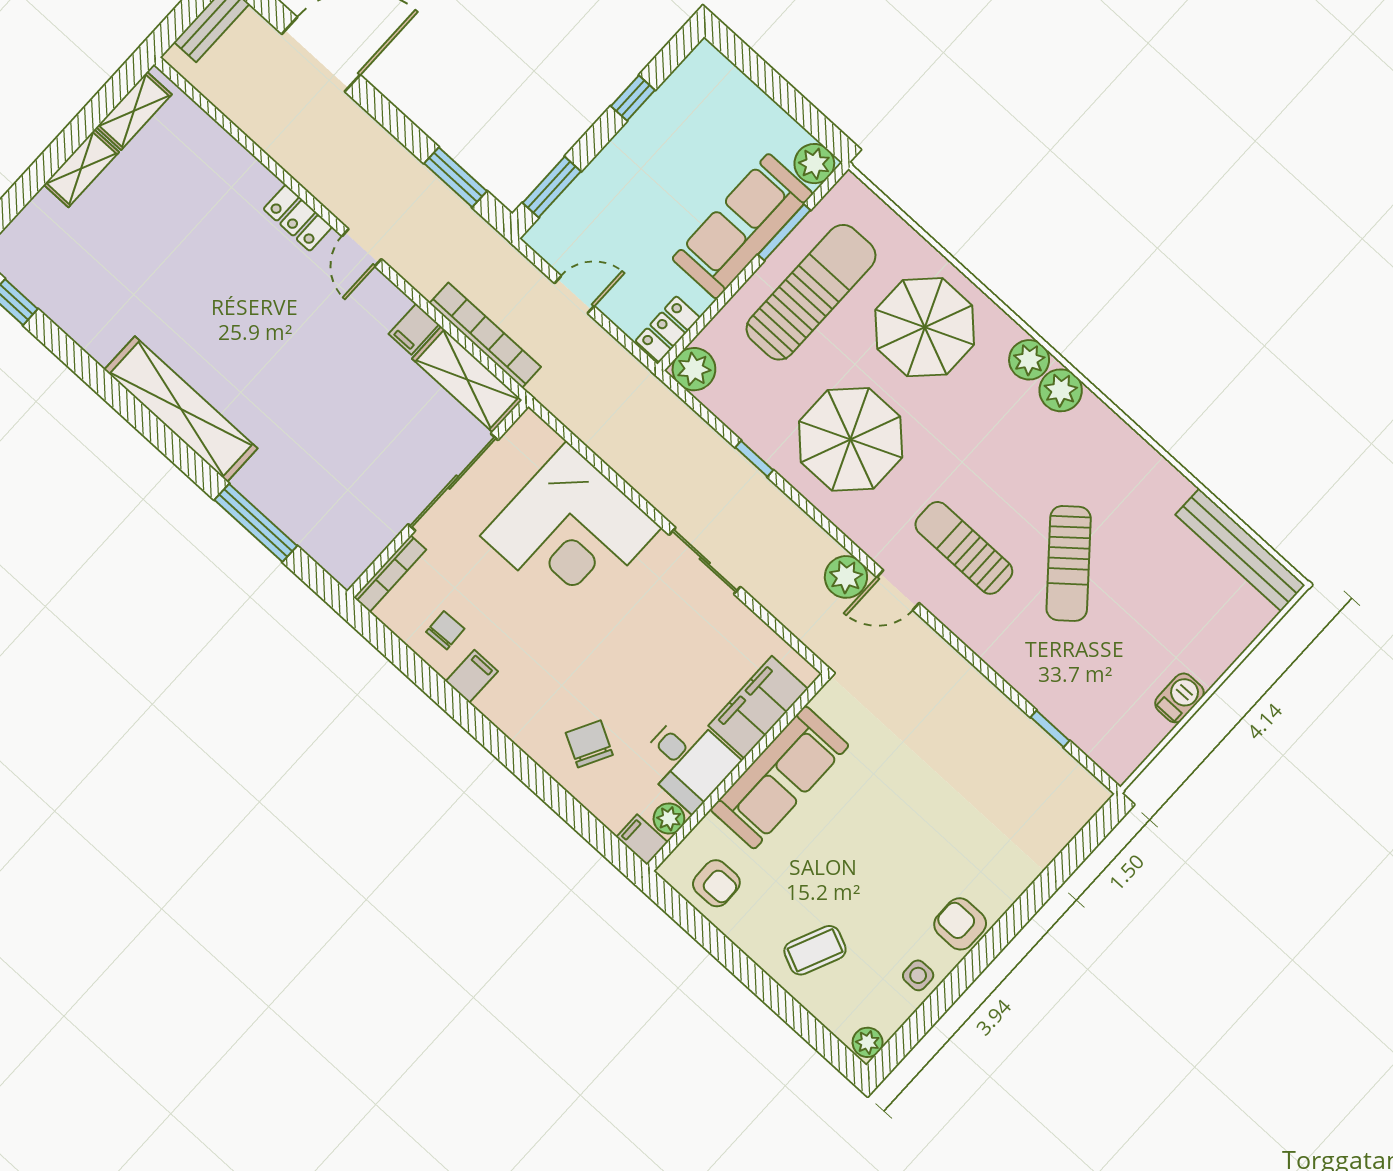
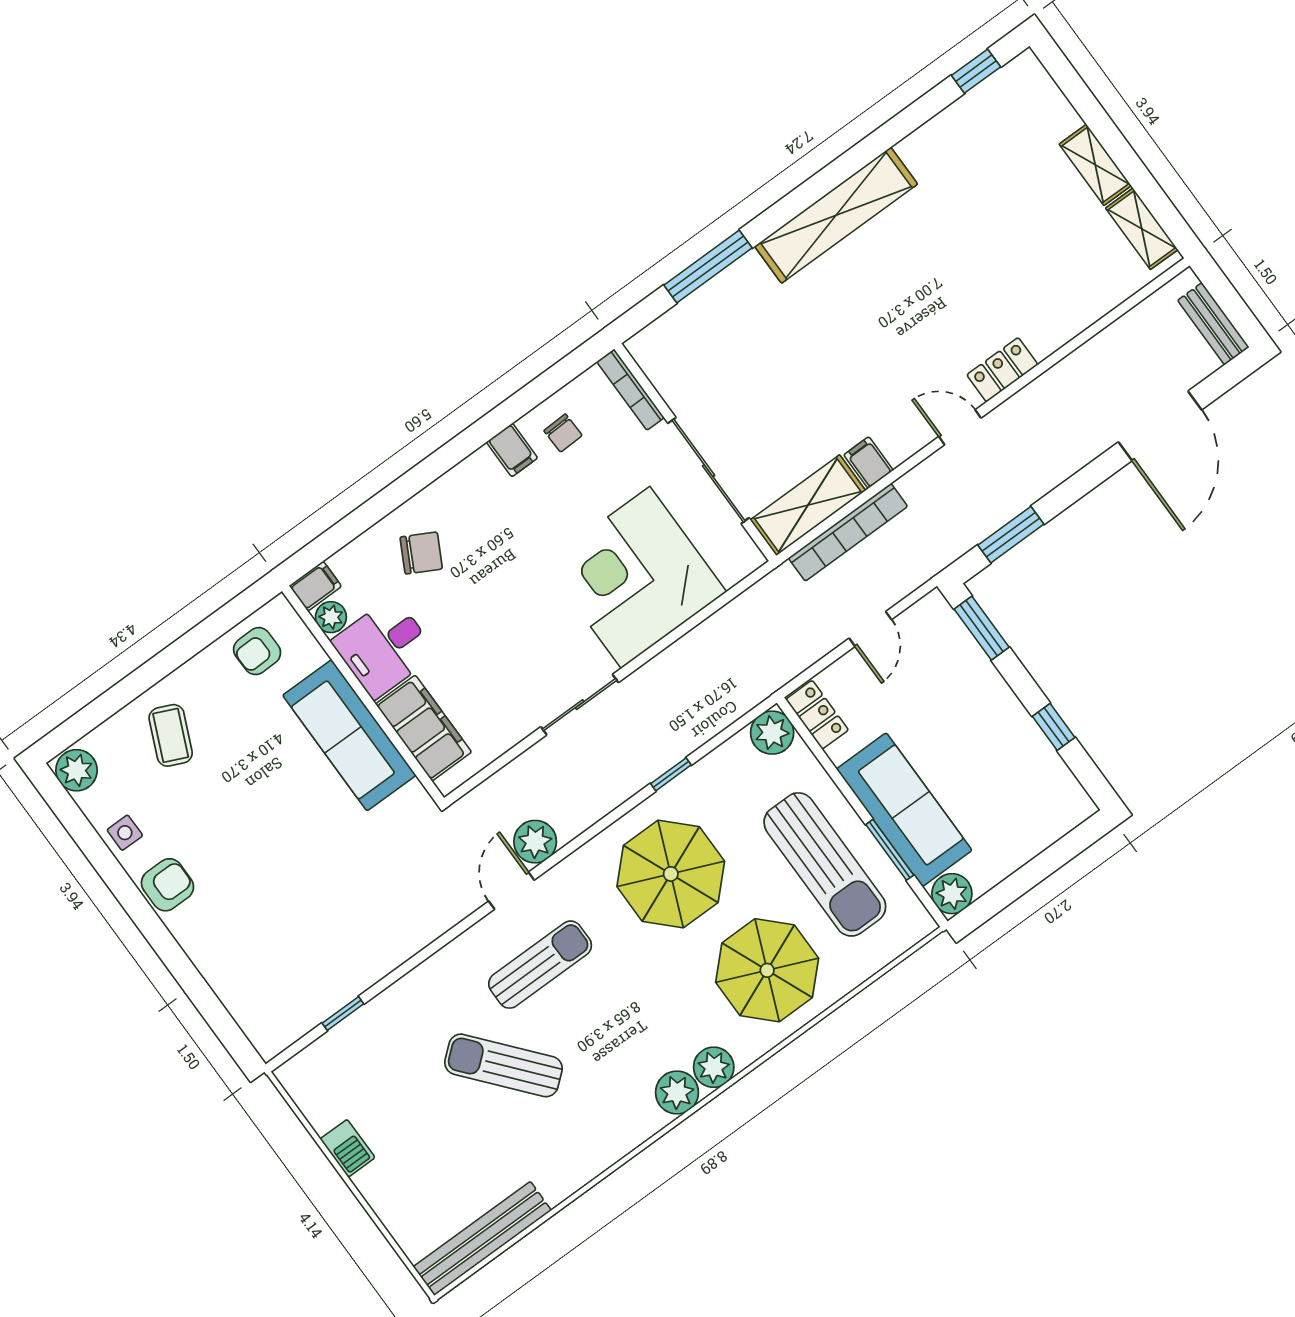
plant: (868, 1042) -> (76, 770), width x1.38, depth x1.38

